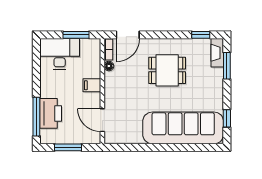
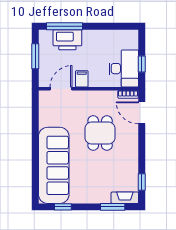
window: (76, 35) -> (142, 64), width x0.67
desk: (60, 54) -> (124, 69), moved
floor lamp: (109, 66) -> (112, 95), removed
dining table: (167, 70) -> (100, 133), moved
filing cabinet: (92, 85) -> (82, 79), moved

